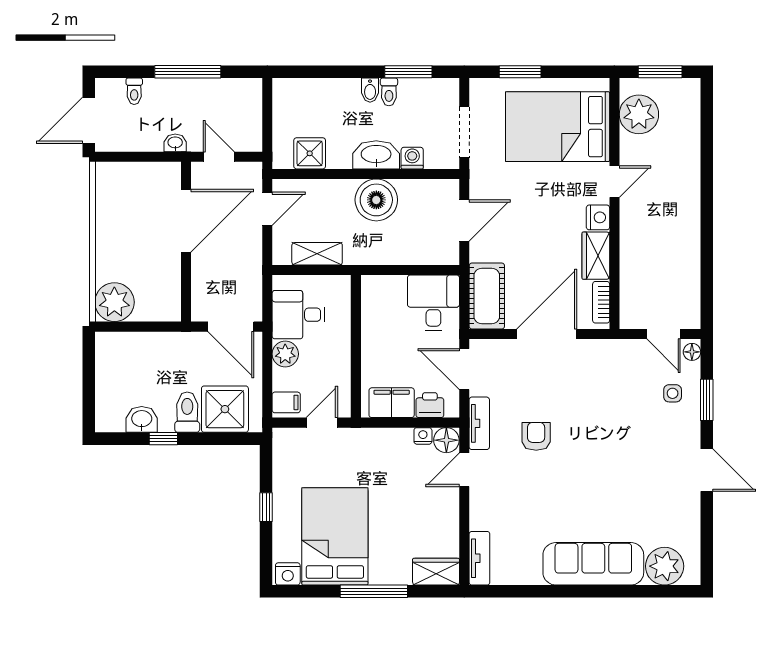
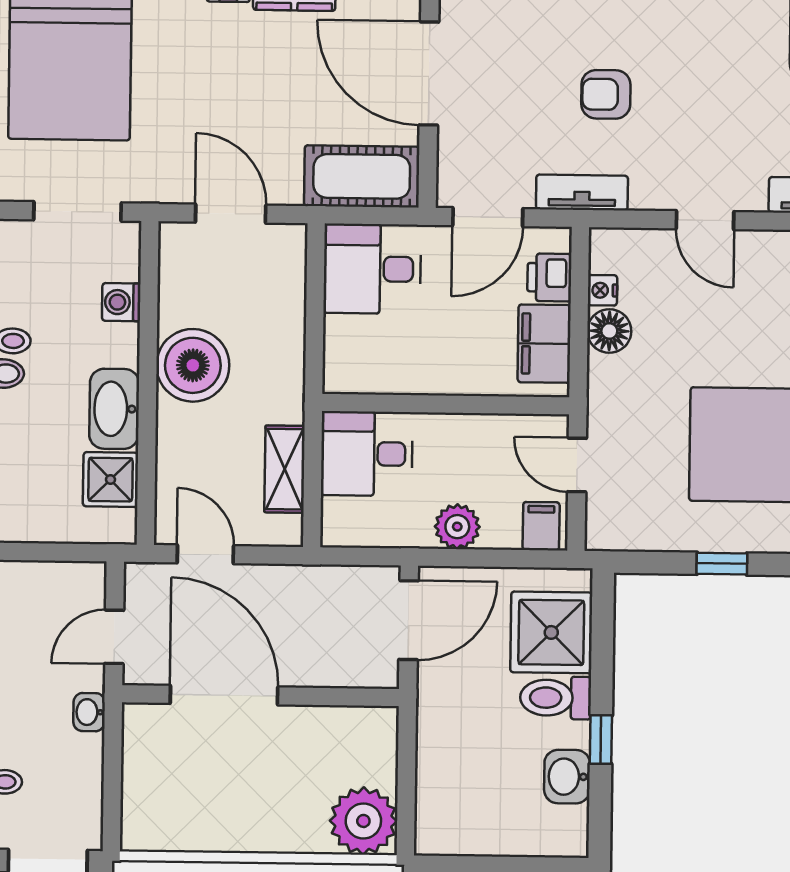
washbasin: (376, 155) -> (114, 409), moved
desk: (298, 315) -> (367, 454), moved, turned 90
floor lamp: (446, 440) -> (609, 331), moved
door: (464, 470) -> (705, 220), moved

